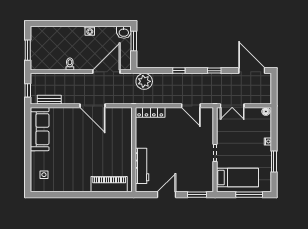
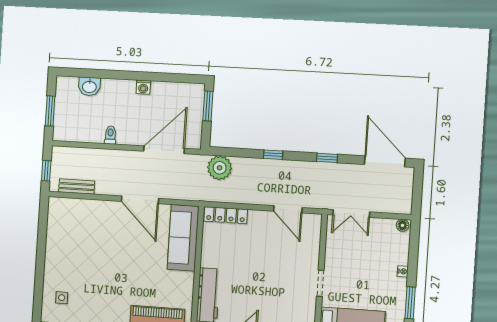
washbasin: (124, 32) -> (89, 86), moved
sofa: (40, 129) -> (183, 238), moved, turned 180

